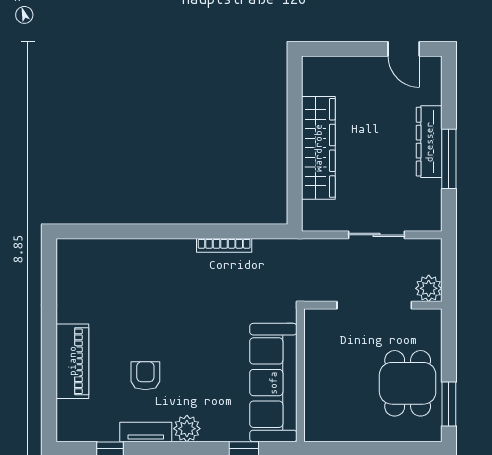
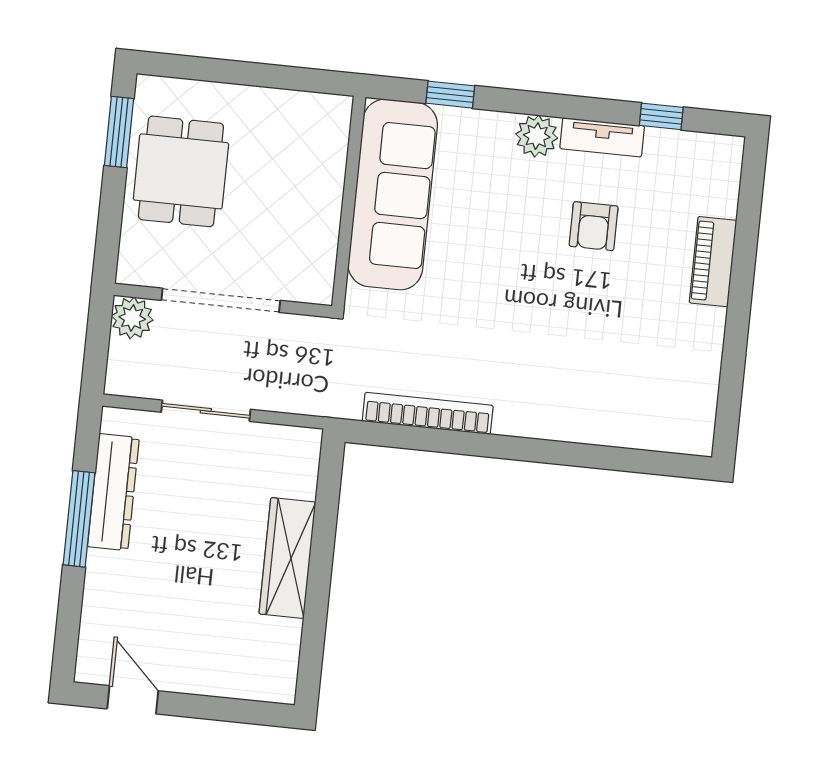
dresser: (429, 142) -> (113, 492), moved
wardrobe: (318, 148) -> (287, 558), width x0.71, depth x0.85
bookcase: (224, 245) -> (428, 413), width x1.48, depth x1.31
piano: (72, 361) -> (713, 262), width x0.73, depth x0.75

